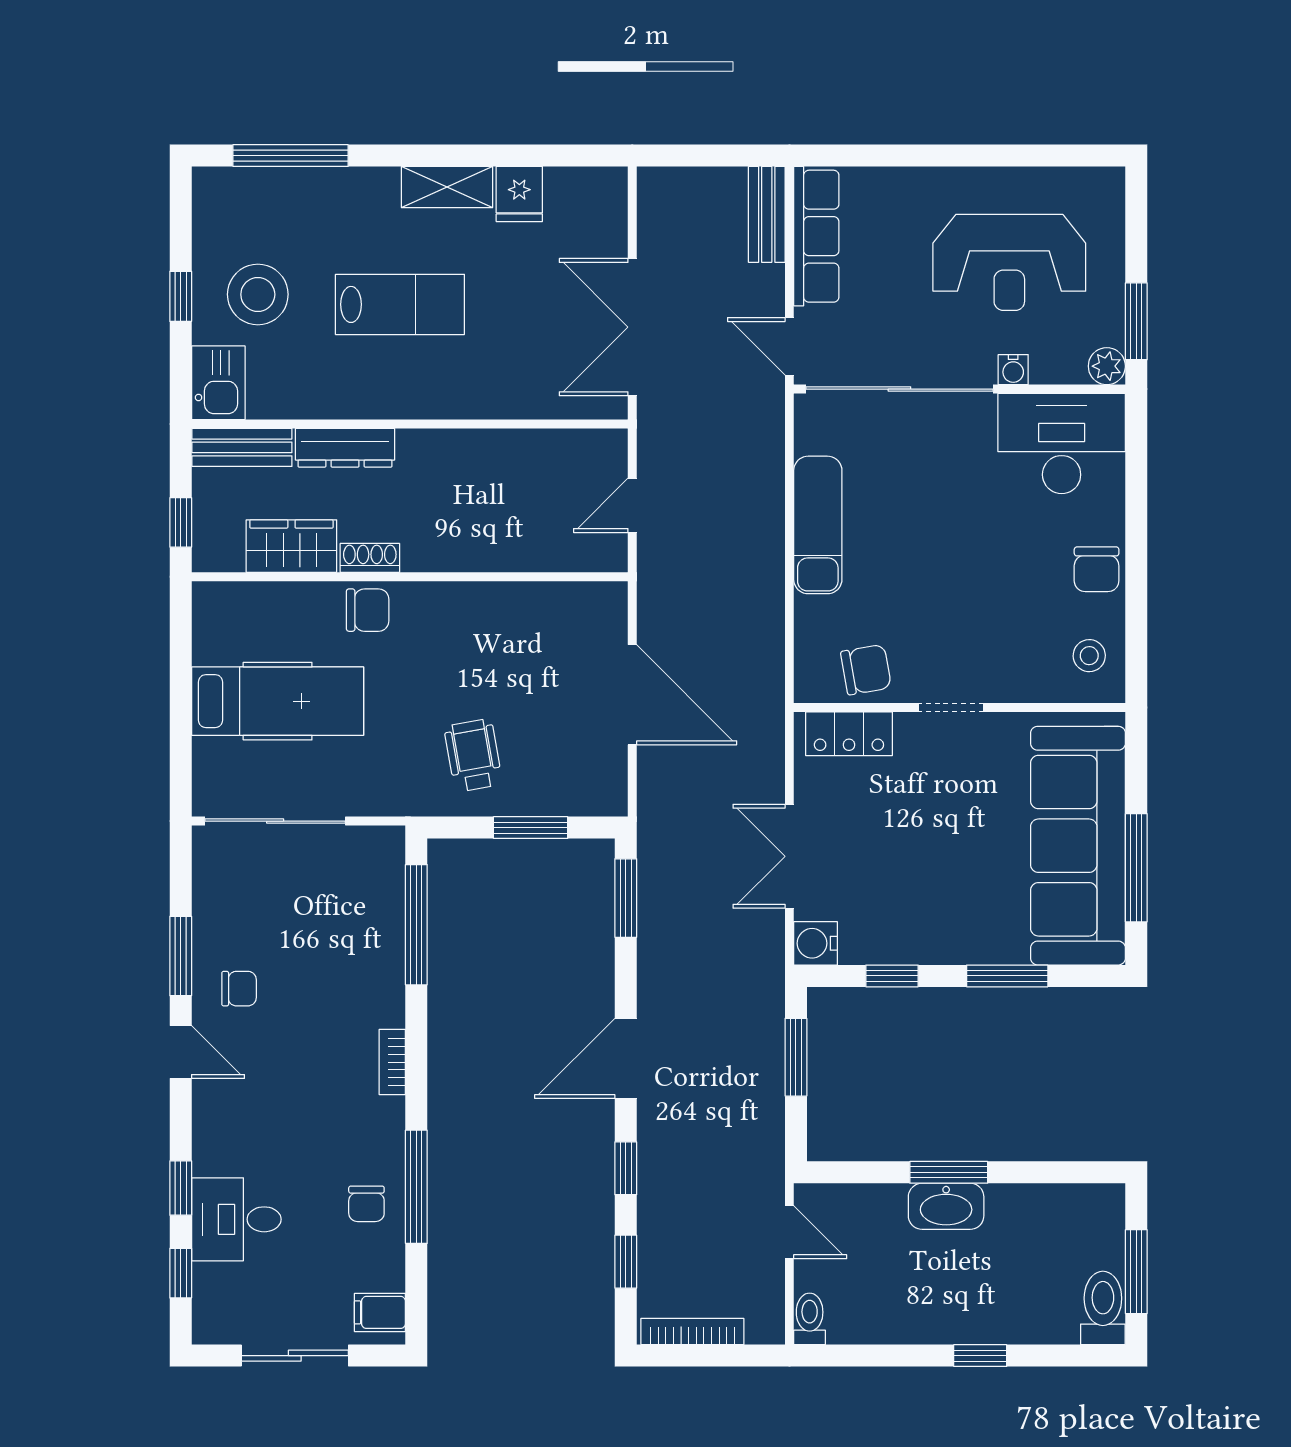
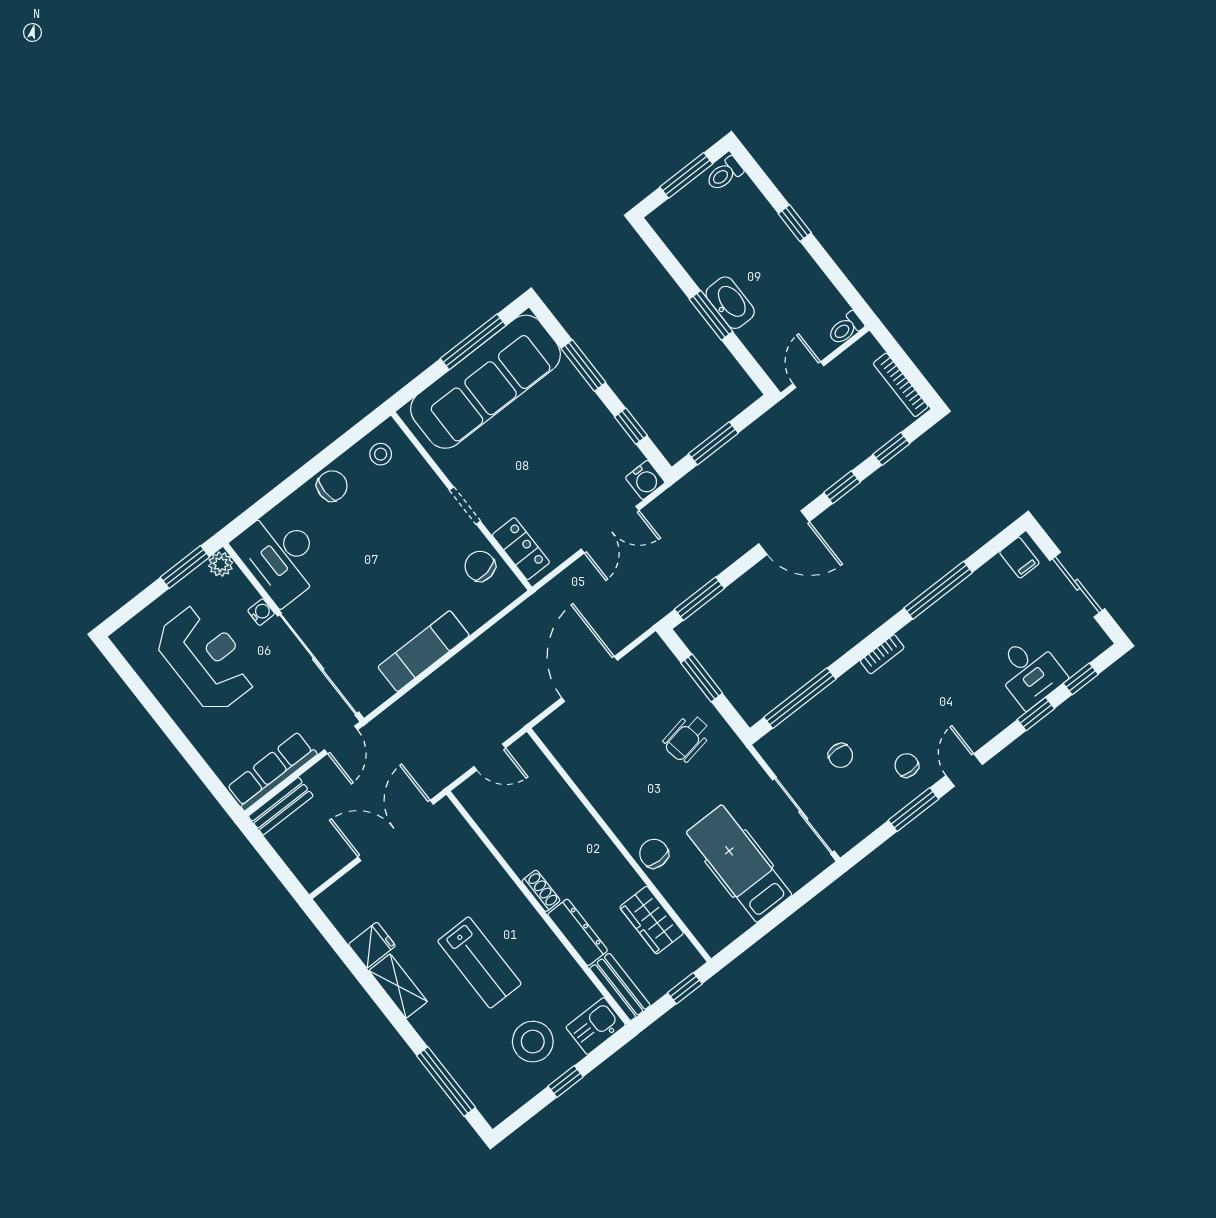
lab bench: (400, 304) -> (479, 962), turned 180
double door: (632, 327) -> (396, 831), swing flipped
shoe rack: (370, 558) -> (541, 891), moved, turned 180
chair: (366, 1204) -> (841, 755), moved, turned 92
toilet: (1103, 1308) -> (724, 174), width x0.73, depth x0.72

